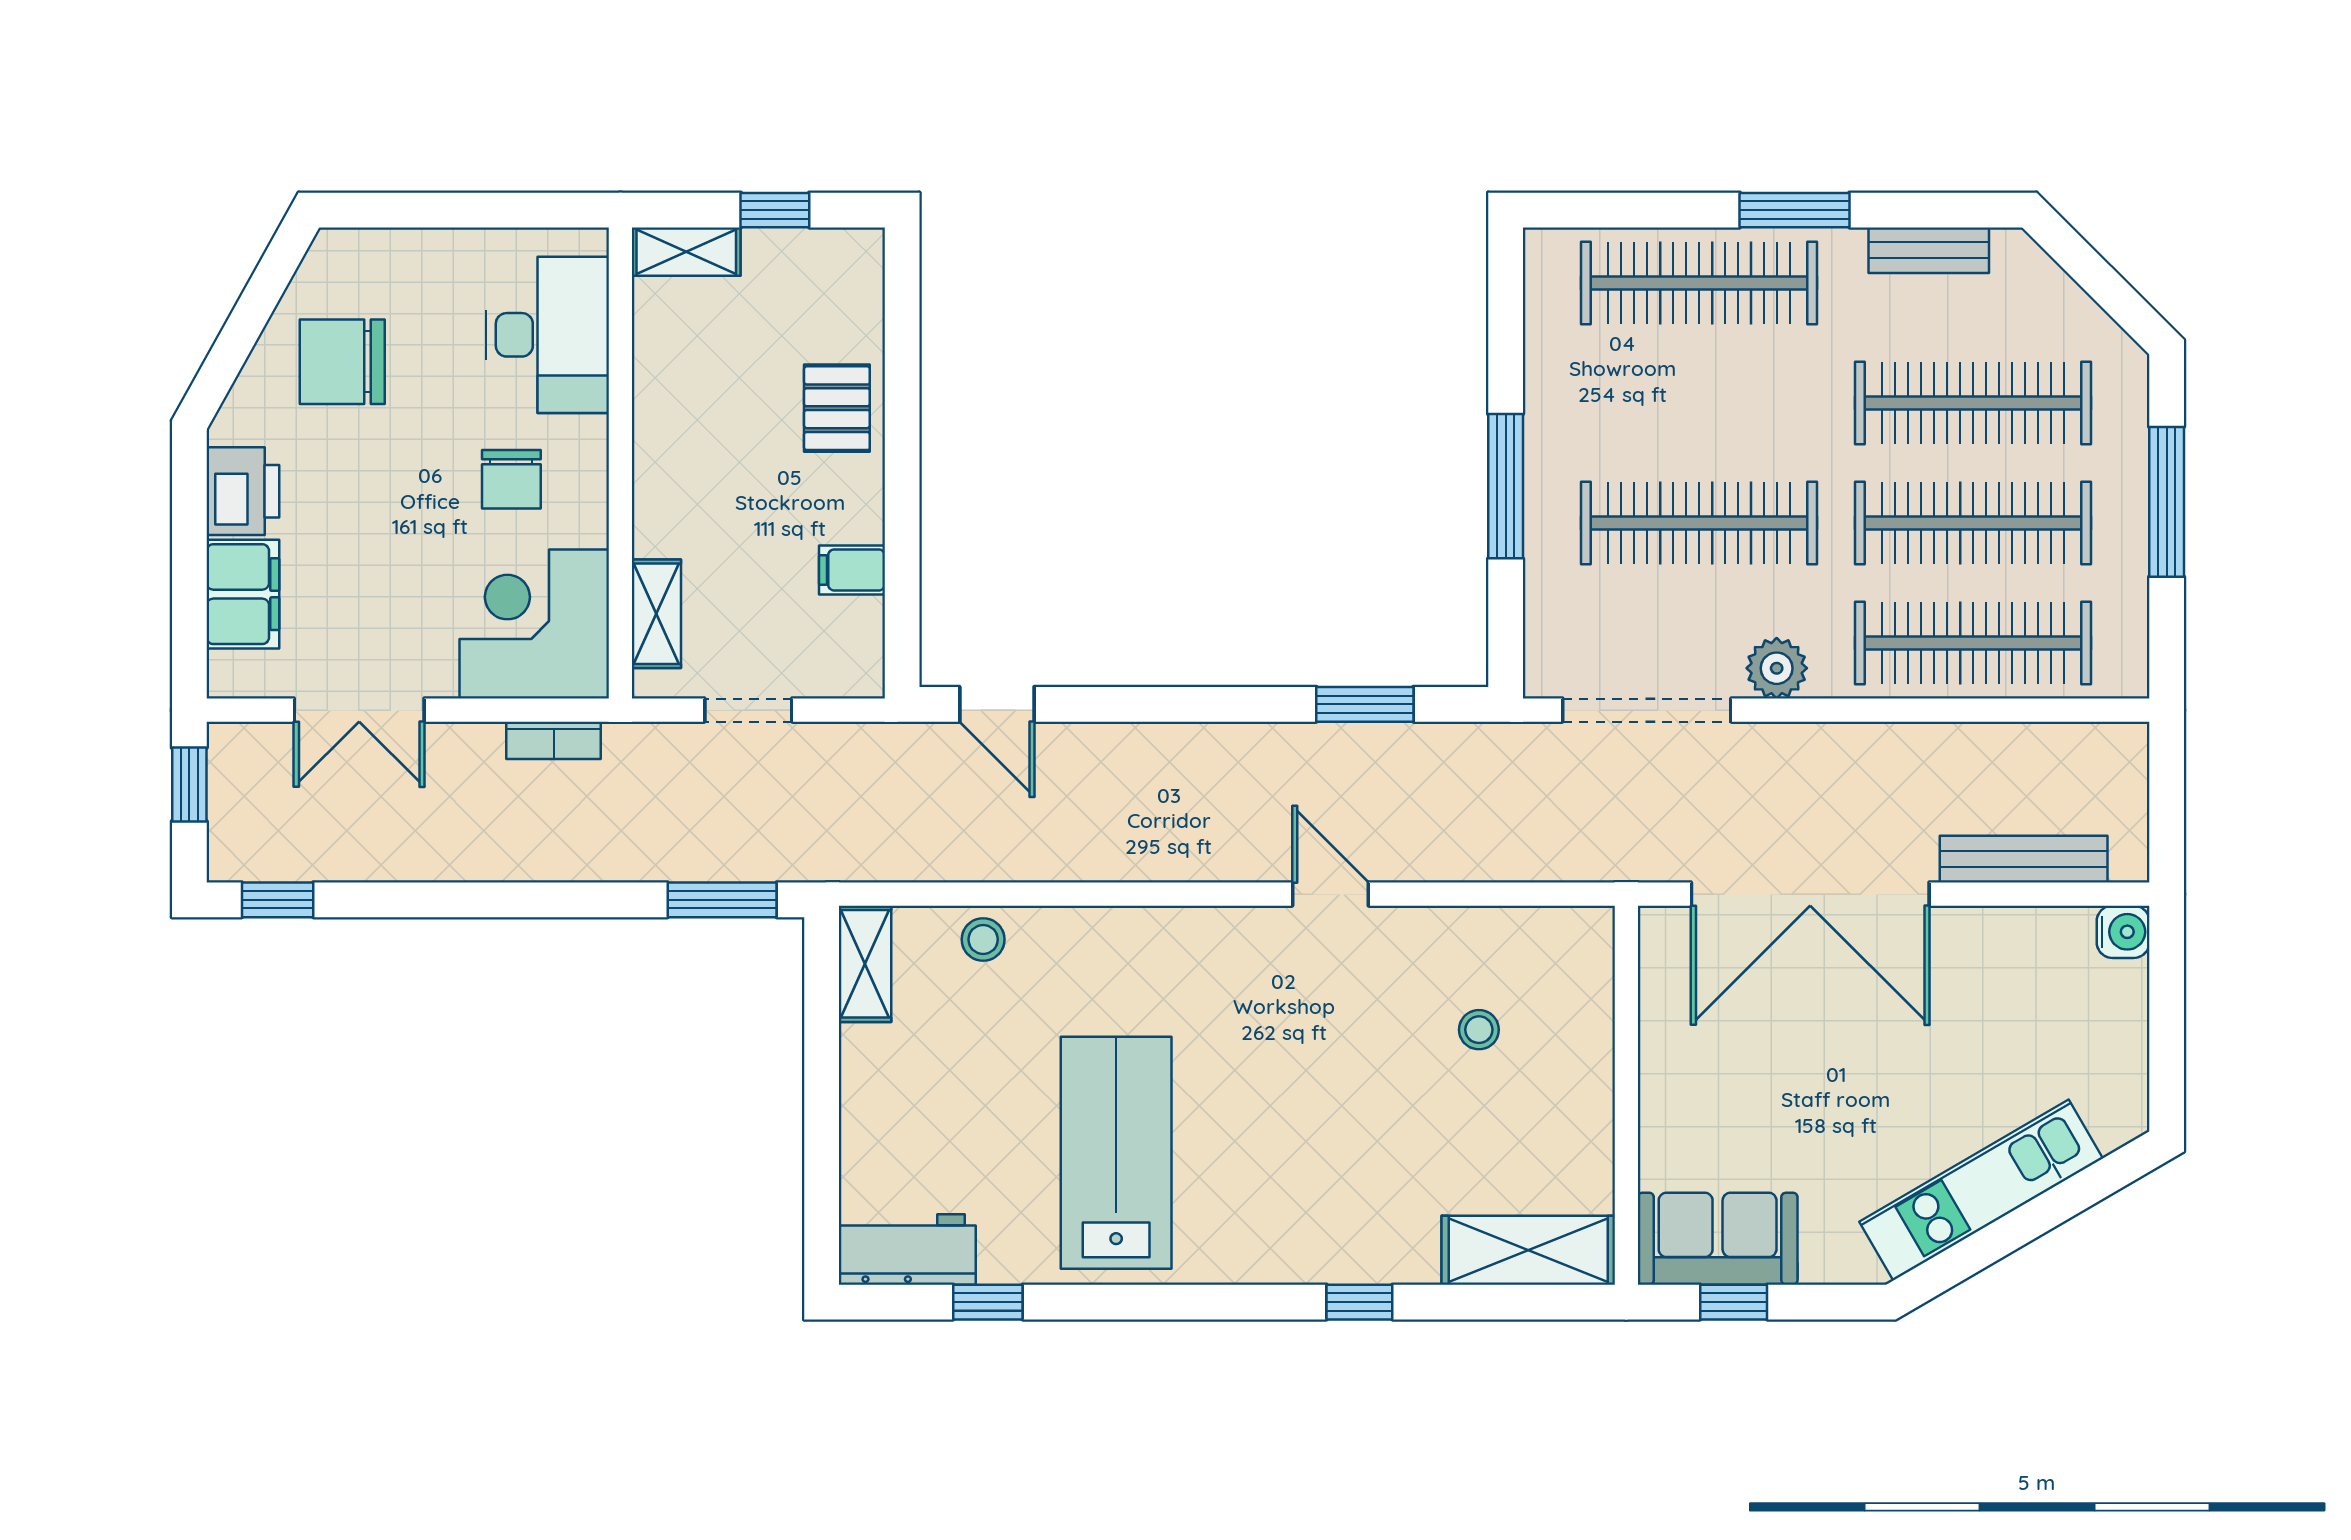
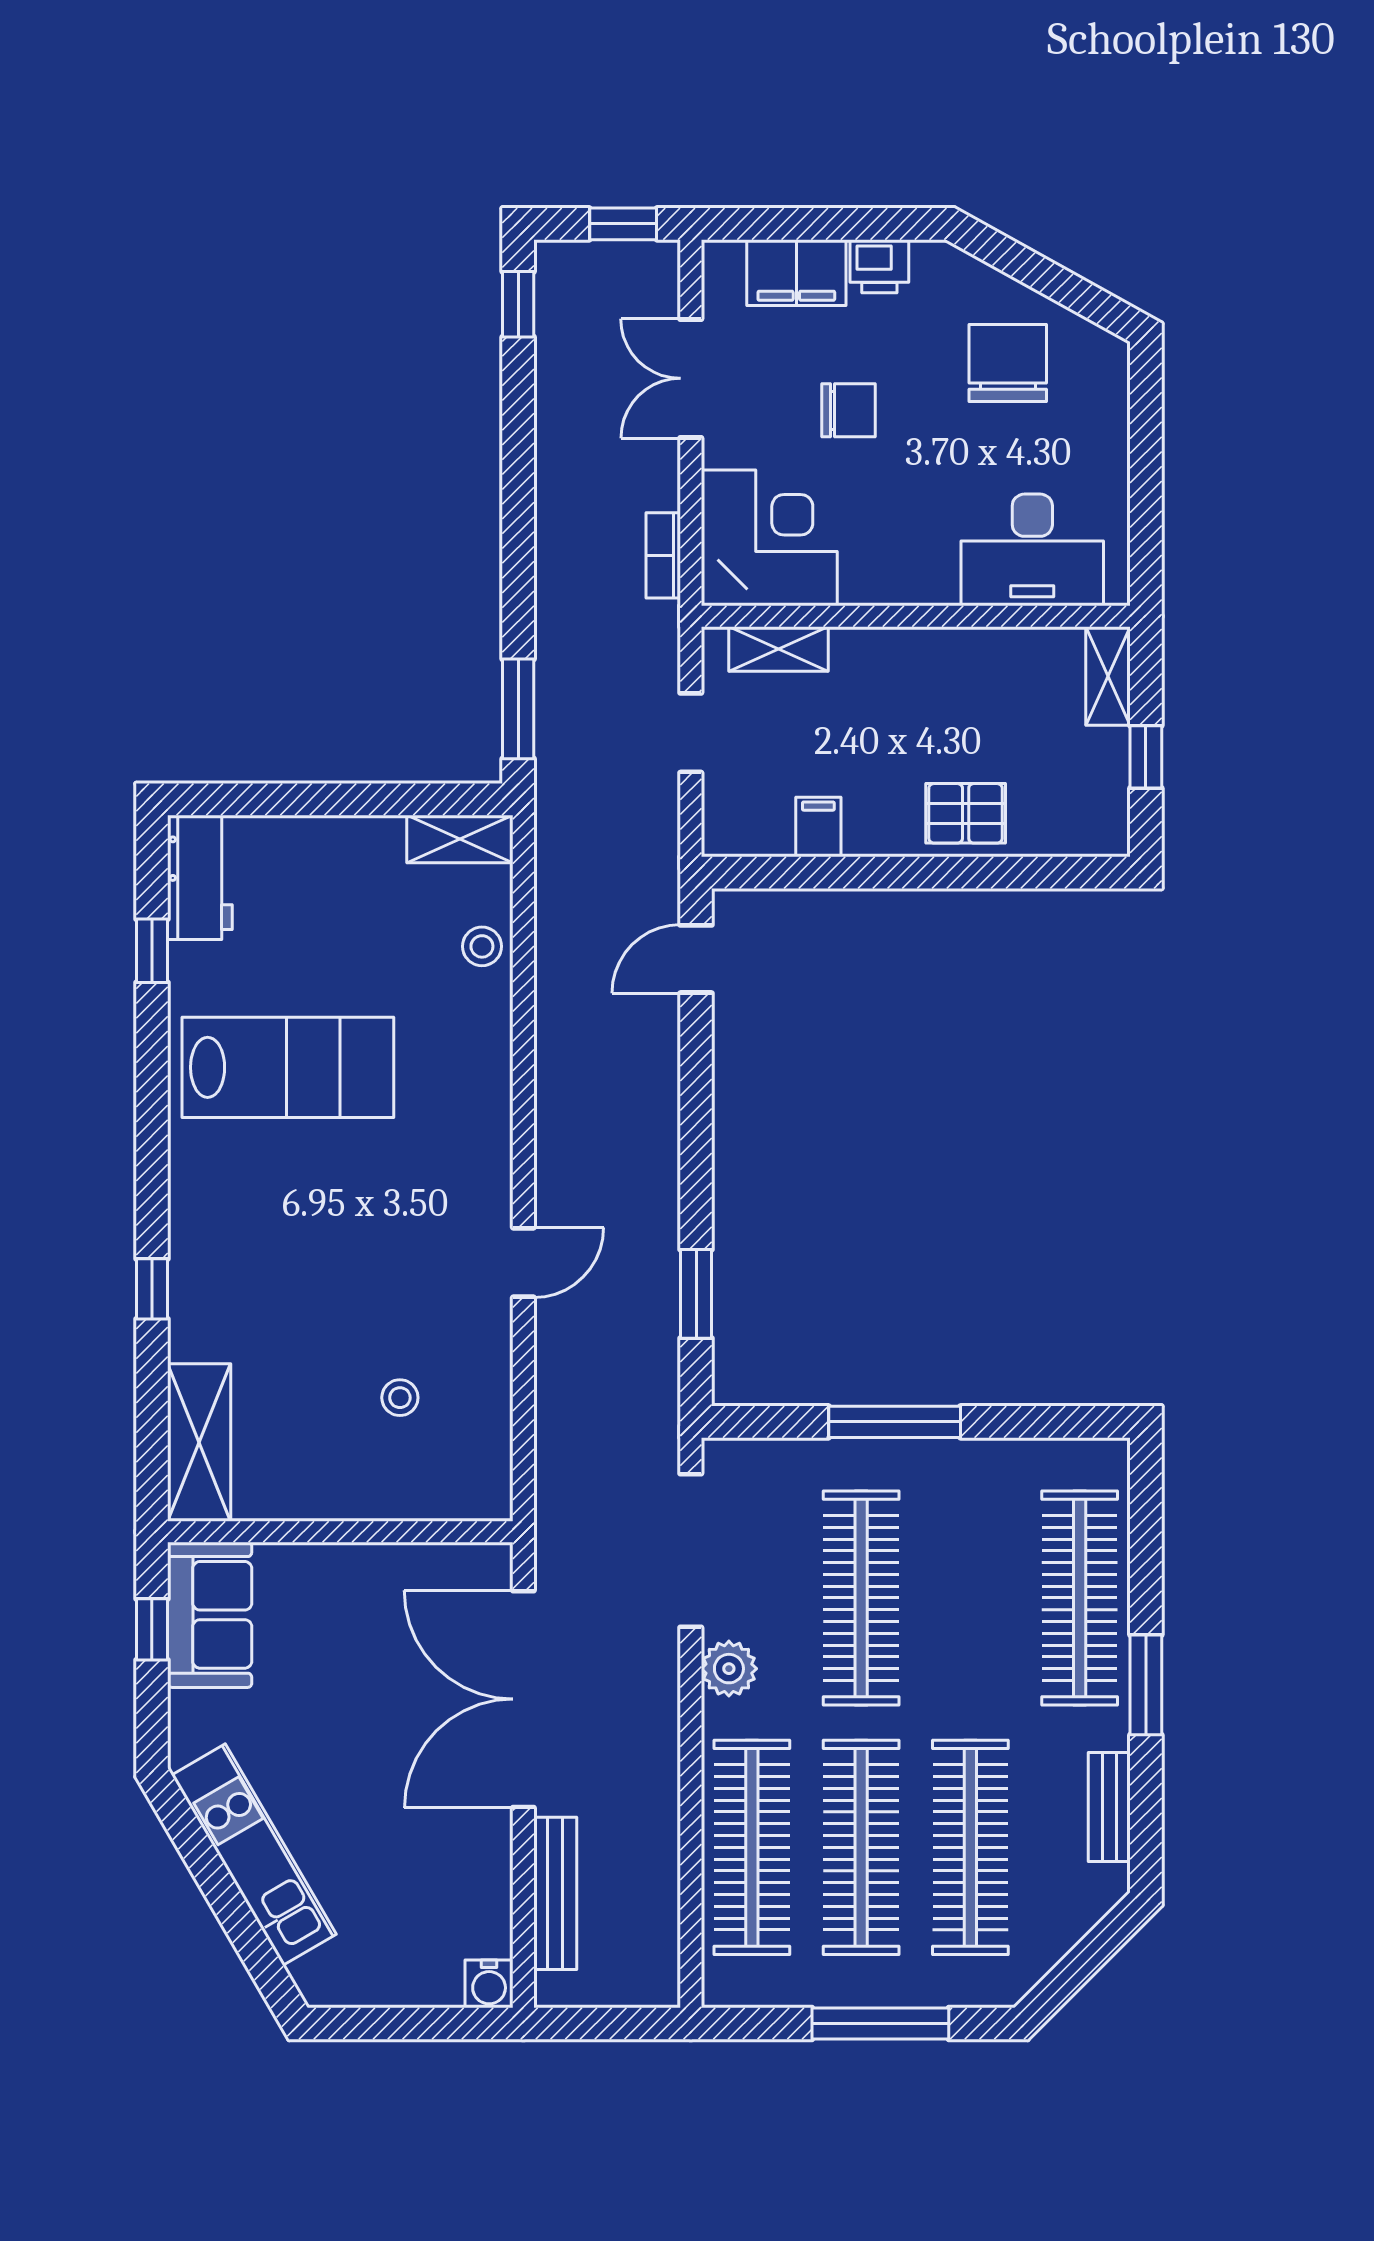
chair: (511, 479) -> (849, 410), moved, turned 180
printer: (243, 491) -> (879, 266), width x0.73, depth x0.81

